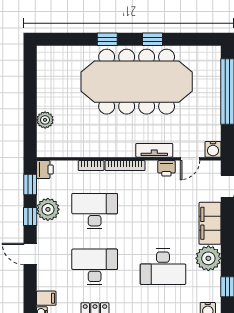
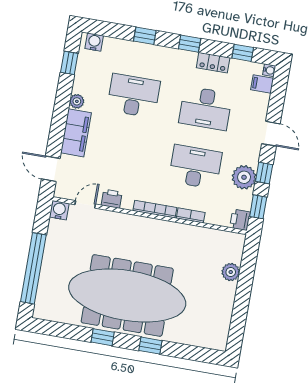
tv unit: (154, 150) -> (121, 220), removed
desk: (95, 211) -> (195, 167), turned 180
plant: (208, 258) -> (77, 101), width x0.53, depth x0.53

